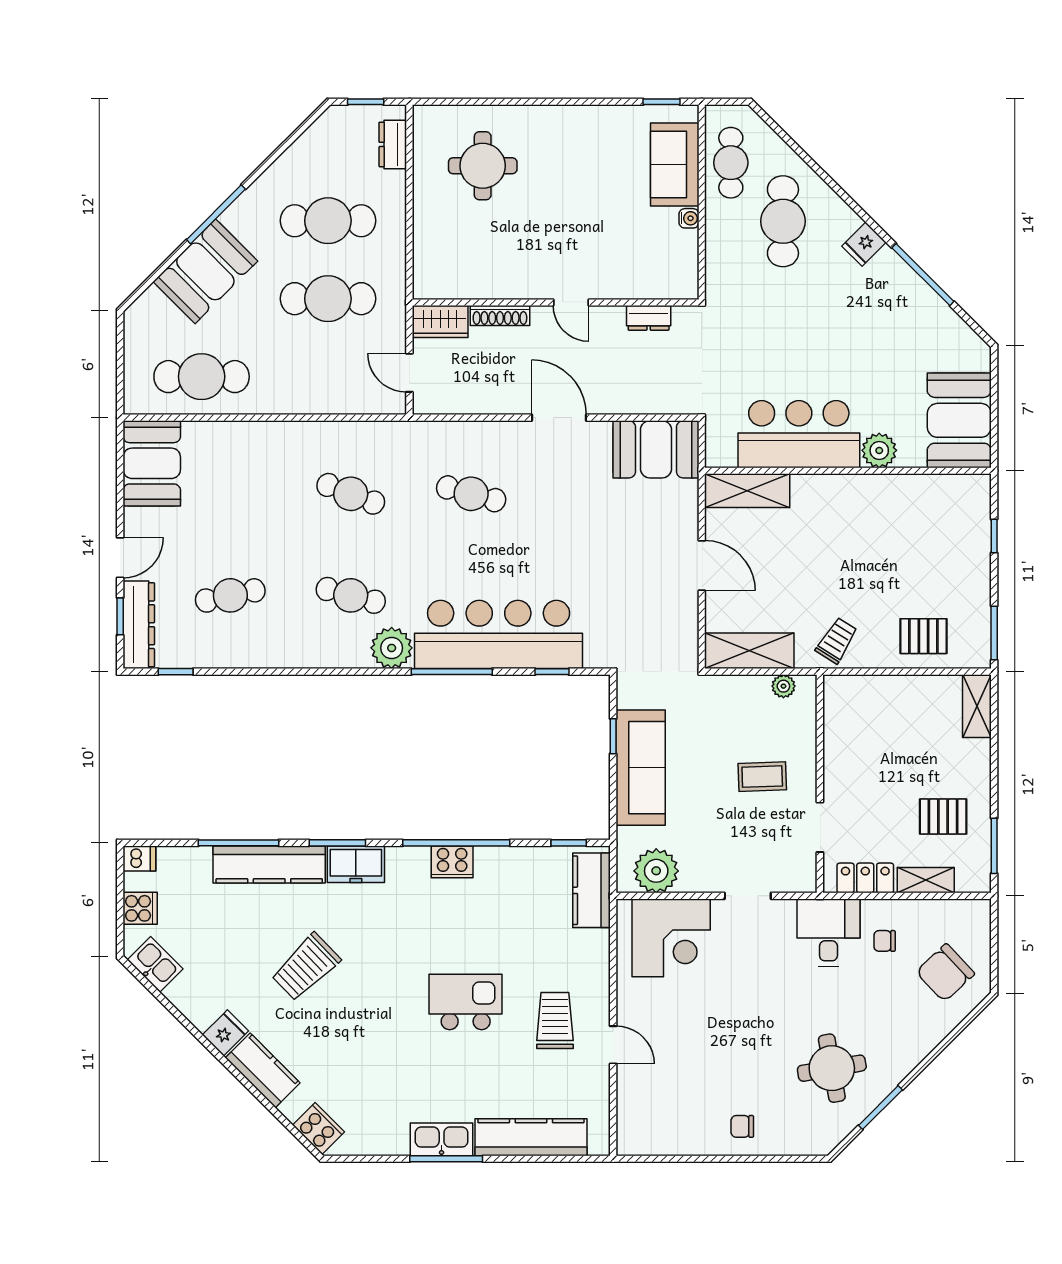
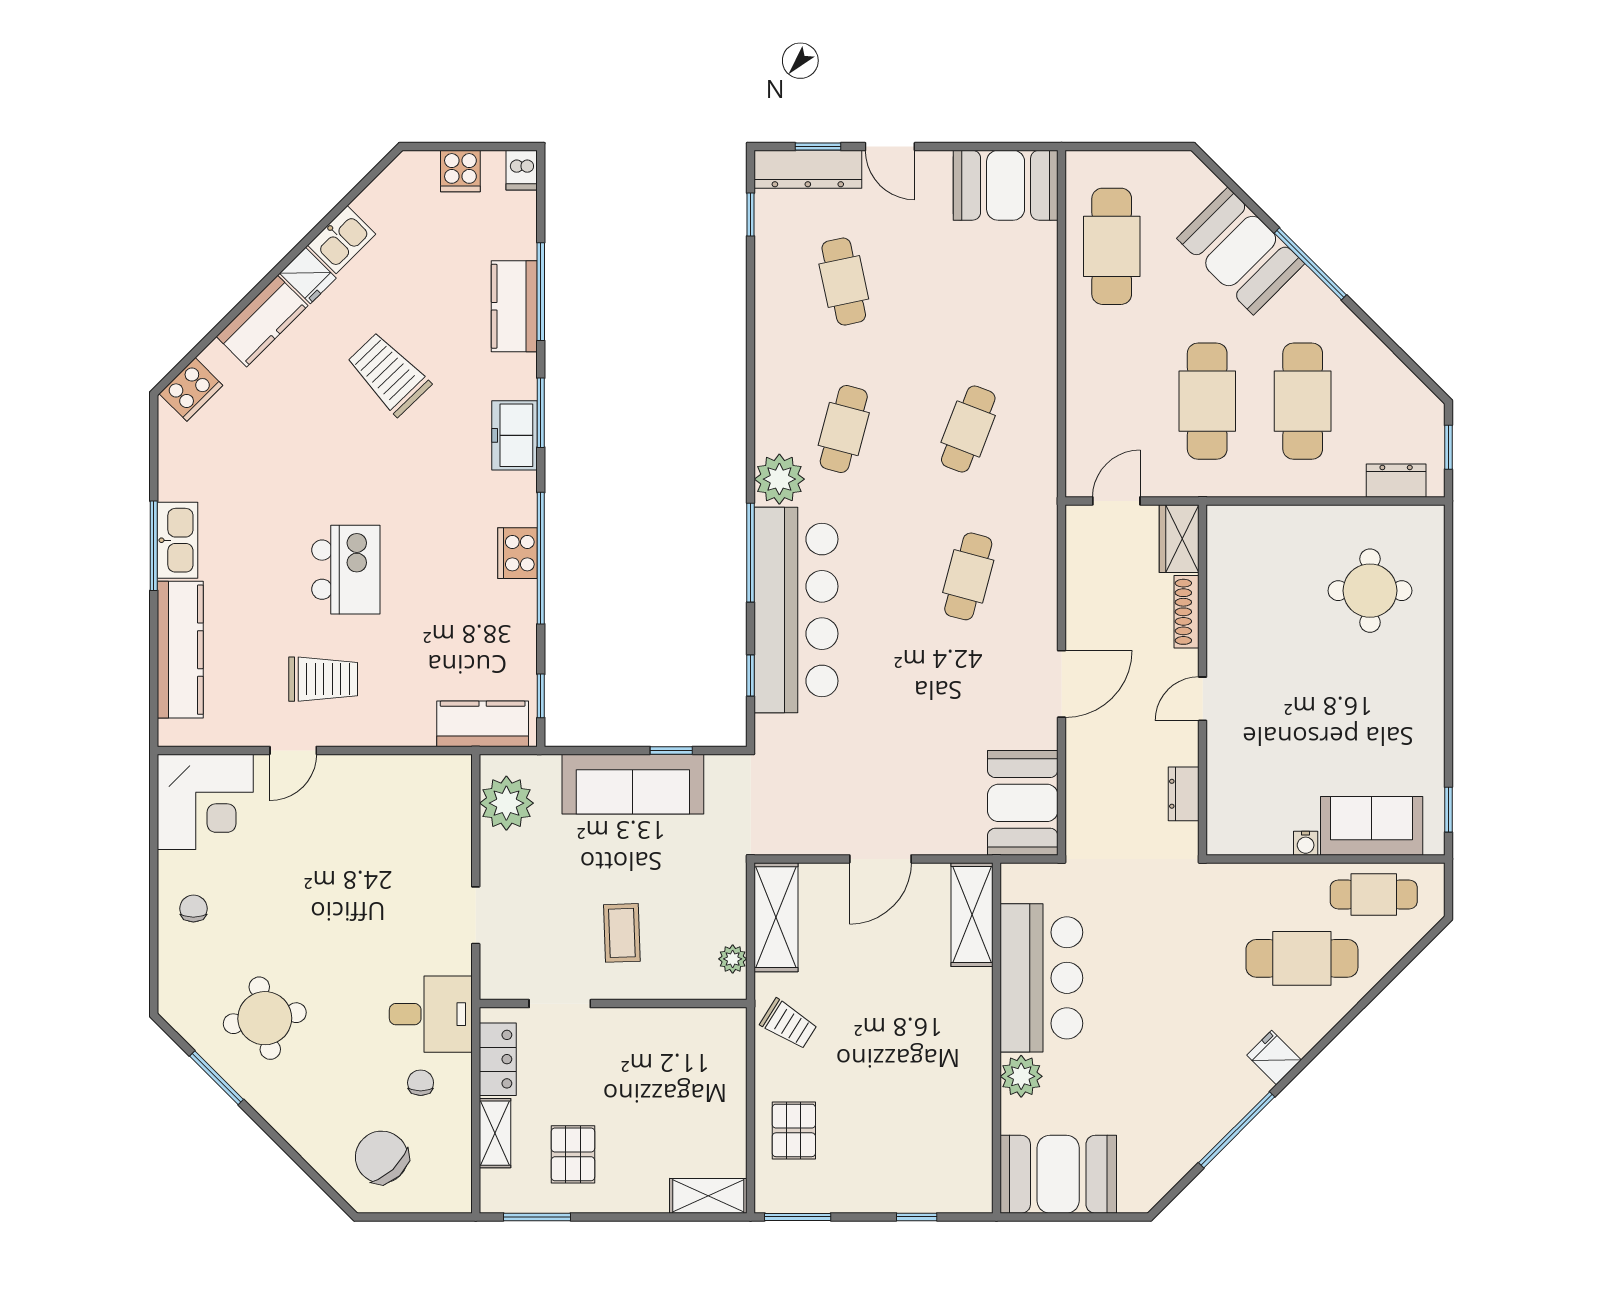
kitchen counter: (269, 864) -> (514, 306), width x0.67
corner desk: (671, 938) -> (205, 802), moved, turned -90
kitchen sink: (155, 964) -> (342, 240), moved

